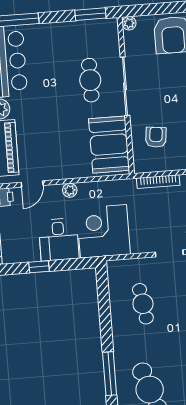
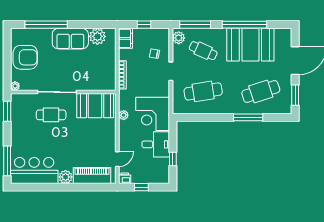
armchair: (156, 137) -> (93, 74), removed
door: (32, 184) -> (117, 159), hinge flipped
plant: (70, 190) -> (124, 115), moved
cafe table: (143, 304) -> (203, 91), width x1.37, depth x1.35

